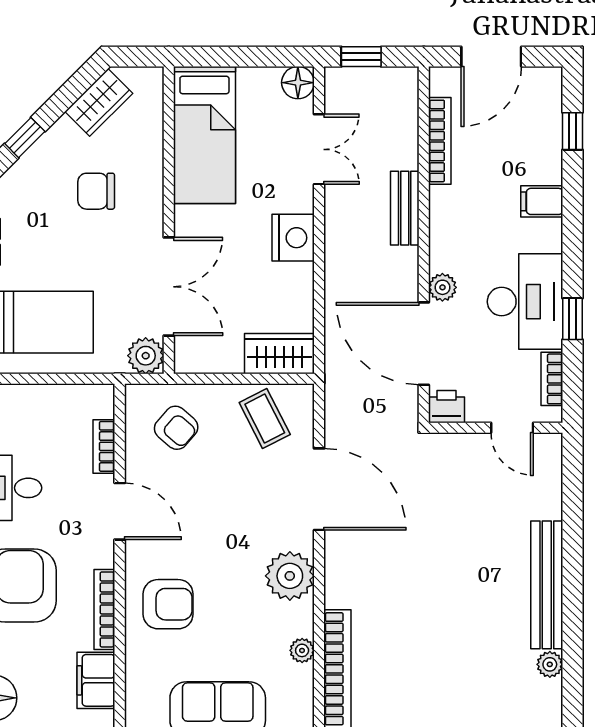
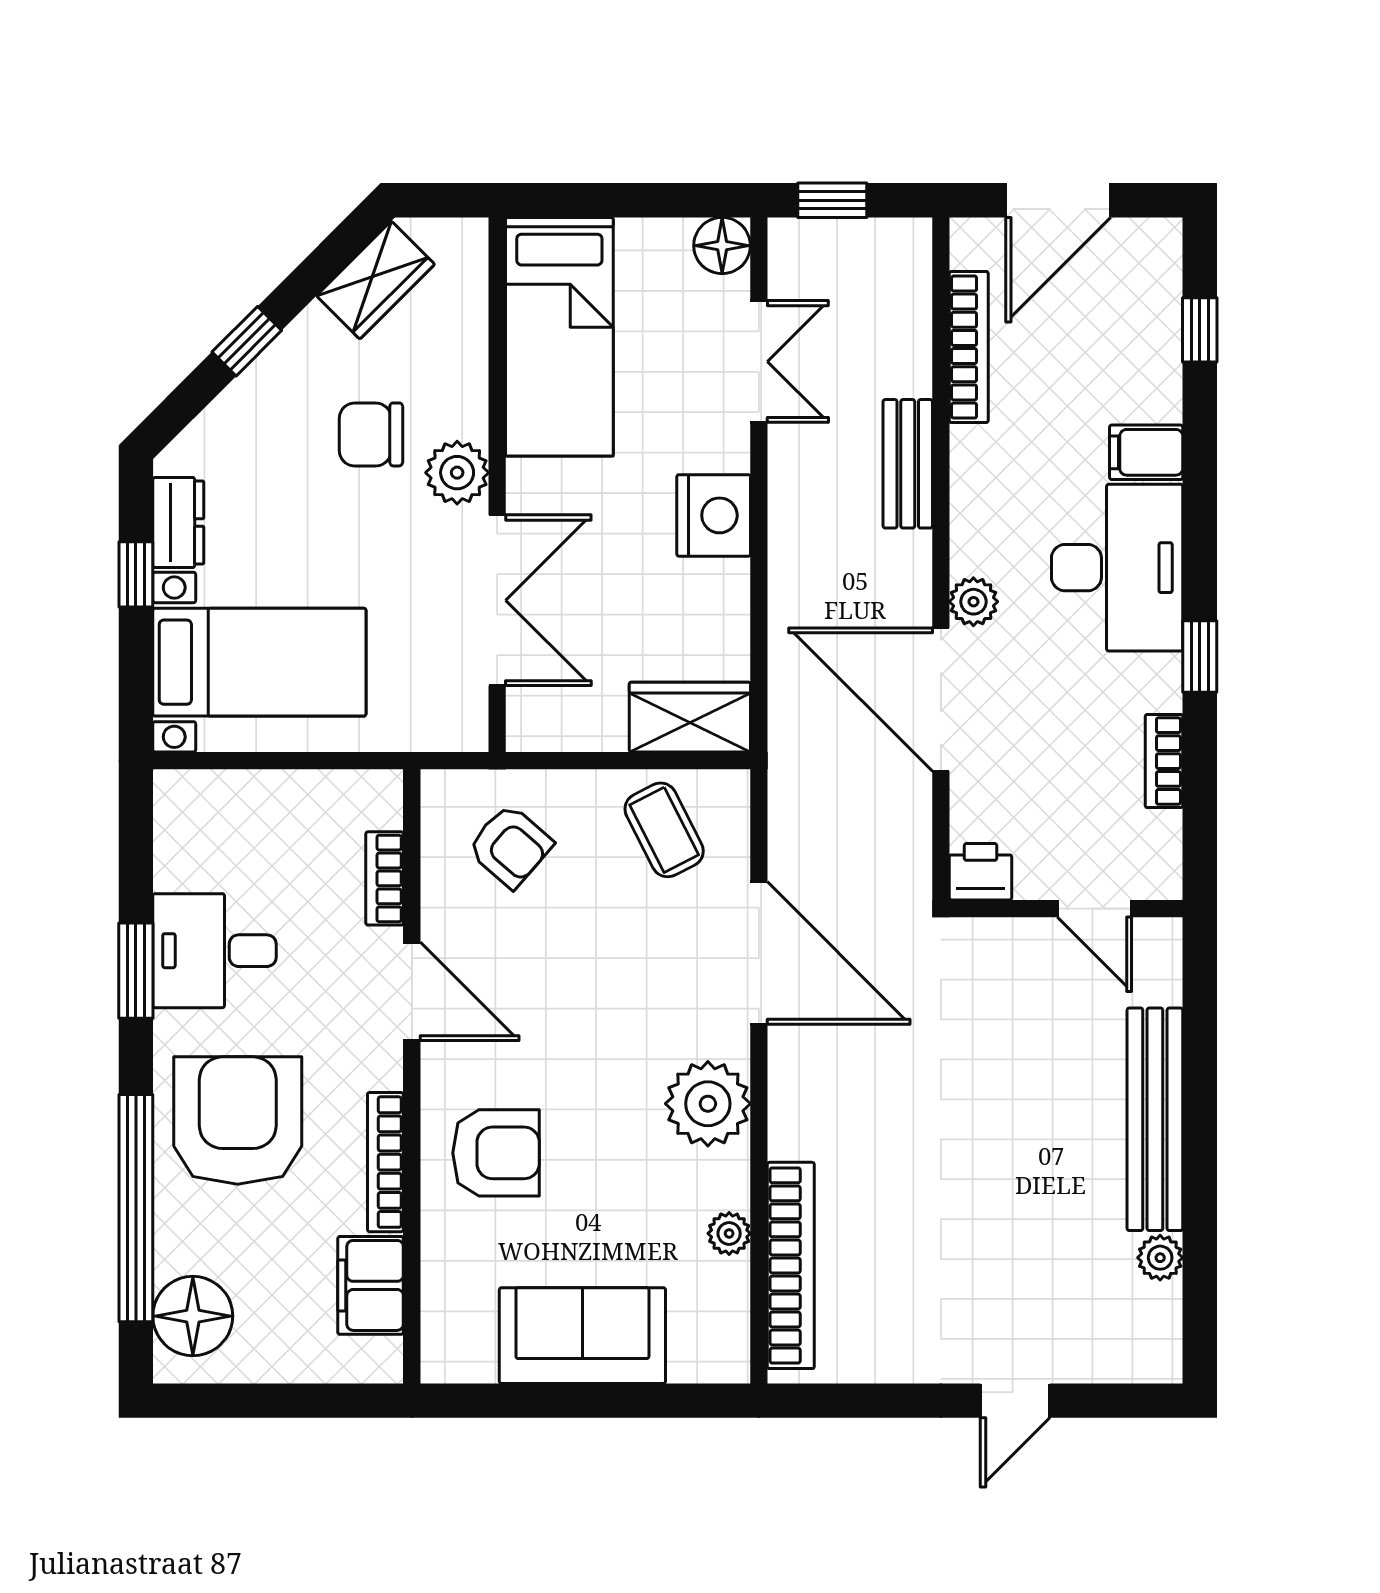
desk: (525, 302) -> (1117, 568), moved
plant: (146, 356) -> (457, 473), moved
printer: (447, 407) -> (981, 872), moved
wall: (496, 428) -> (1066, 909), moved
door: (512, 428) -> (1095, 909), moved

